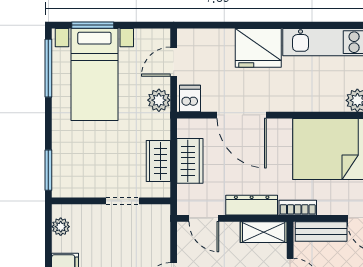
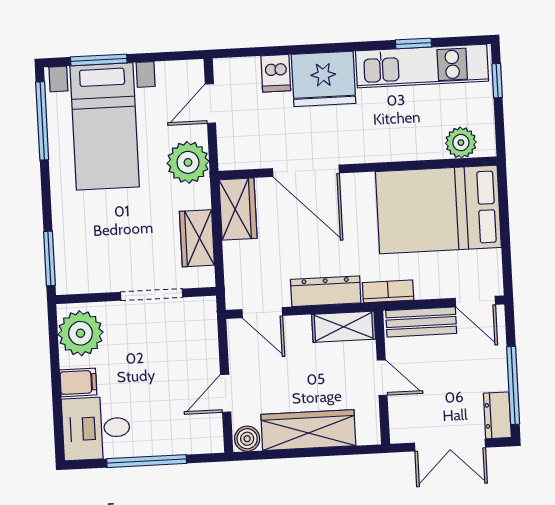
window: (326, 25) -> (414, 43), added
dishwasher: (190, 98) -> (276, 73), moved, turned 180
plant: (159, 100) -> (188, 162), width x1.36, depth x1.36
wardrobe: (190, 161) -> (238, 209), moved
doorway: (123, 201) -> (152, 295), width x1.38
plant: (61, 227) -> (81, 333), width x1.87, depth x1.87

